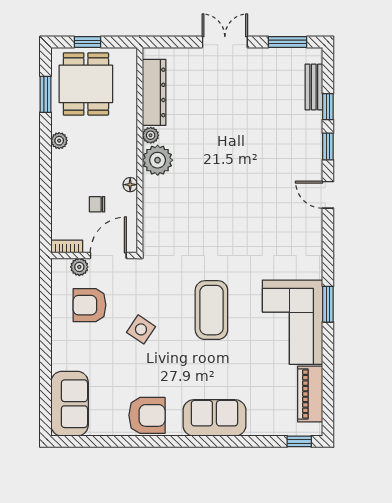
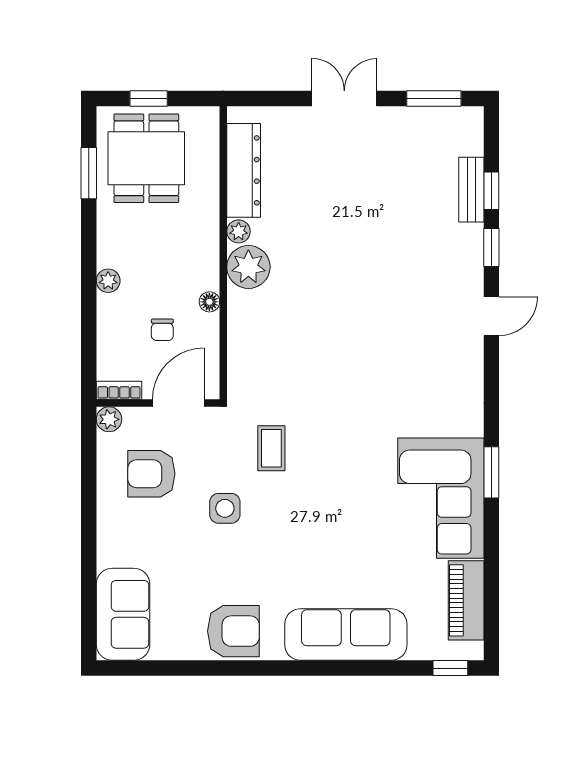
bench: (314, 87) -> (471, 190), moved
plant: (59, 141) -> (108, 281), moved
door: (328, 195) -> (491, 316), swing flipped
chair: (97, 204) -> (162, 330), turned -90
plant: (79, 267) -> (109, 419), moved
coffee table: (211, 310) -> (271, 448), moved, width x0.54, depth x0.58
side table: (141, 329) -> (225, 508), turned -34
sofa: (214, 418) -> (346, 635), width x1.36

